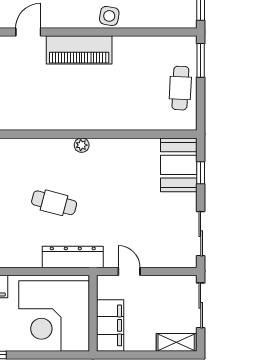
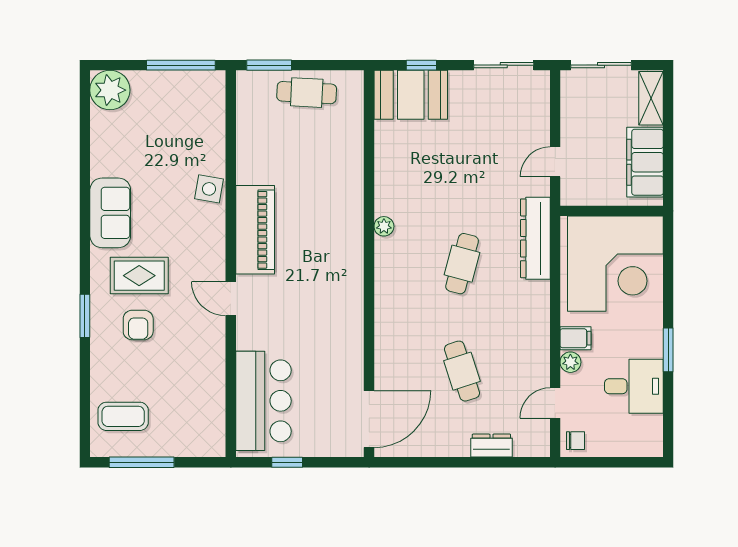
filing cabinet: (110, 325) -> (645, 162), moved, turned -90

